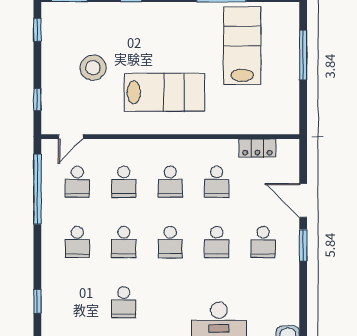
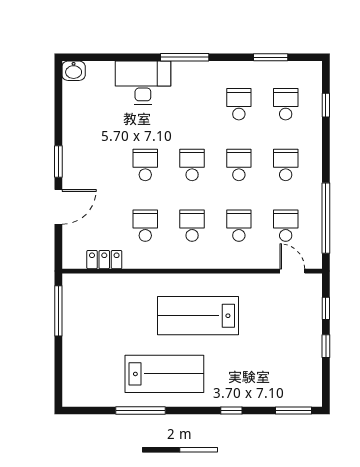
window: (37, 30) -> (326, 346), moved
lab bench: (242, 46) -> (164, 374), moved, turned -90
window: (303, 55) -> (58, 311), moved
stool: (93, 68) -> (270, 340), removed
door: (71, 137) -> (292, 271), hinge flipped
door: (303, 200) -> (58, 207), hinge flipped
school desk: (263, 242) -> (286, 104), moved

